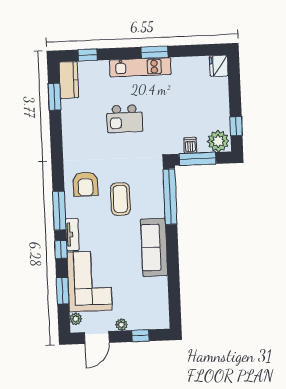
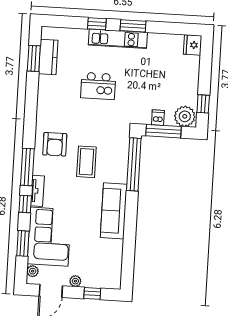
window: (88, 55) -> (97, 24), moved
kitchen counter: (69, 80) -> (48, 57), moved

